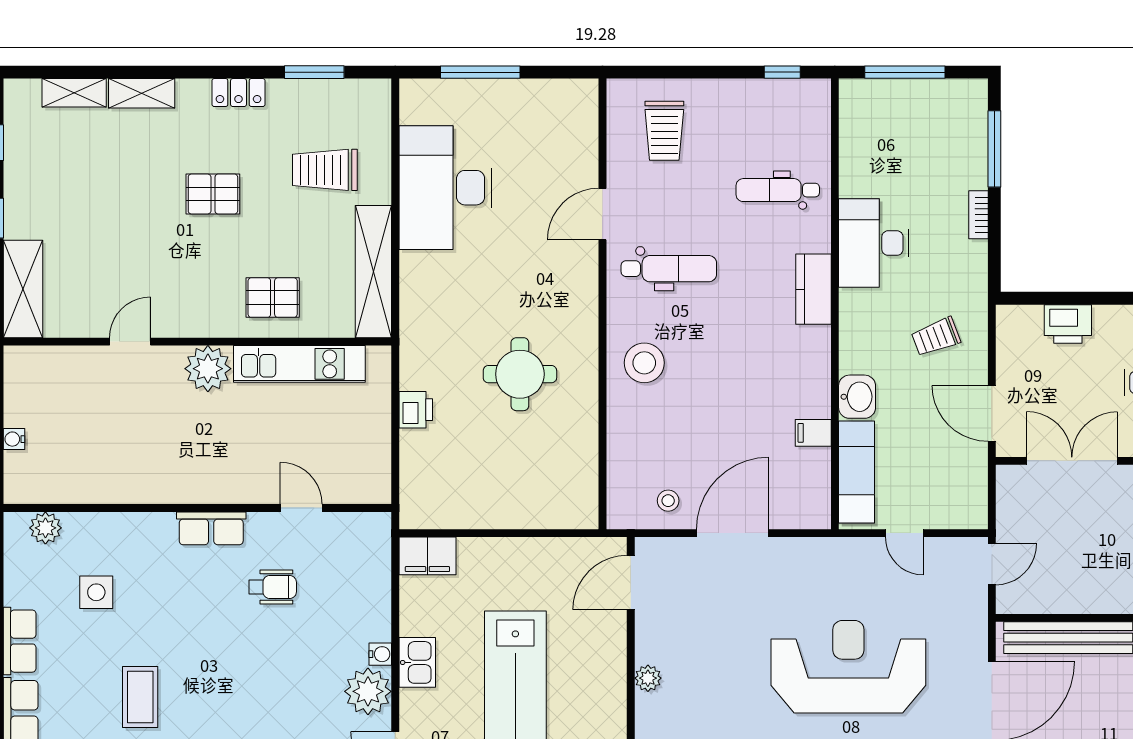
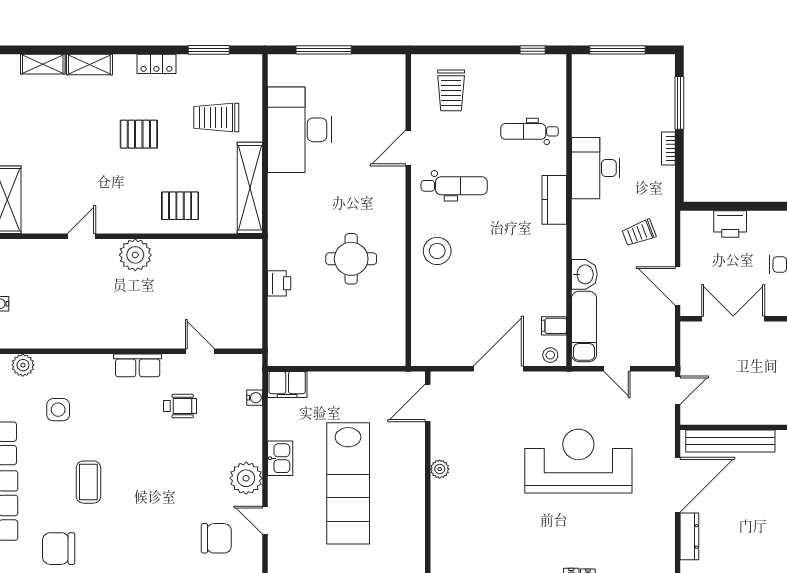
kitchen unit: (299, 364) -> (199, 252), removed
filing cabinet: (813, 433) -> (554, 326), moved
stool: (668, 501) -> (550, 355), moved
water cooler: (380, 654) -> (255, 398), moved

